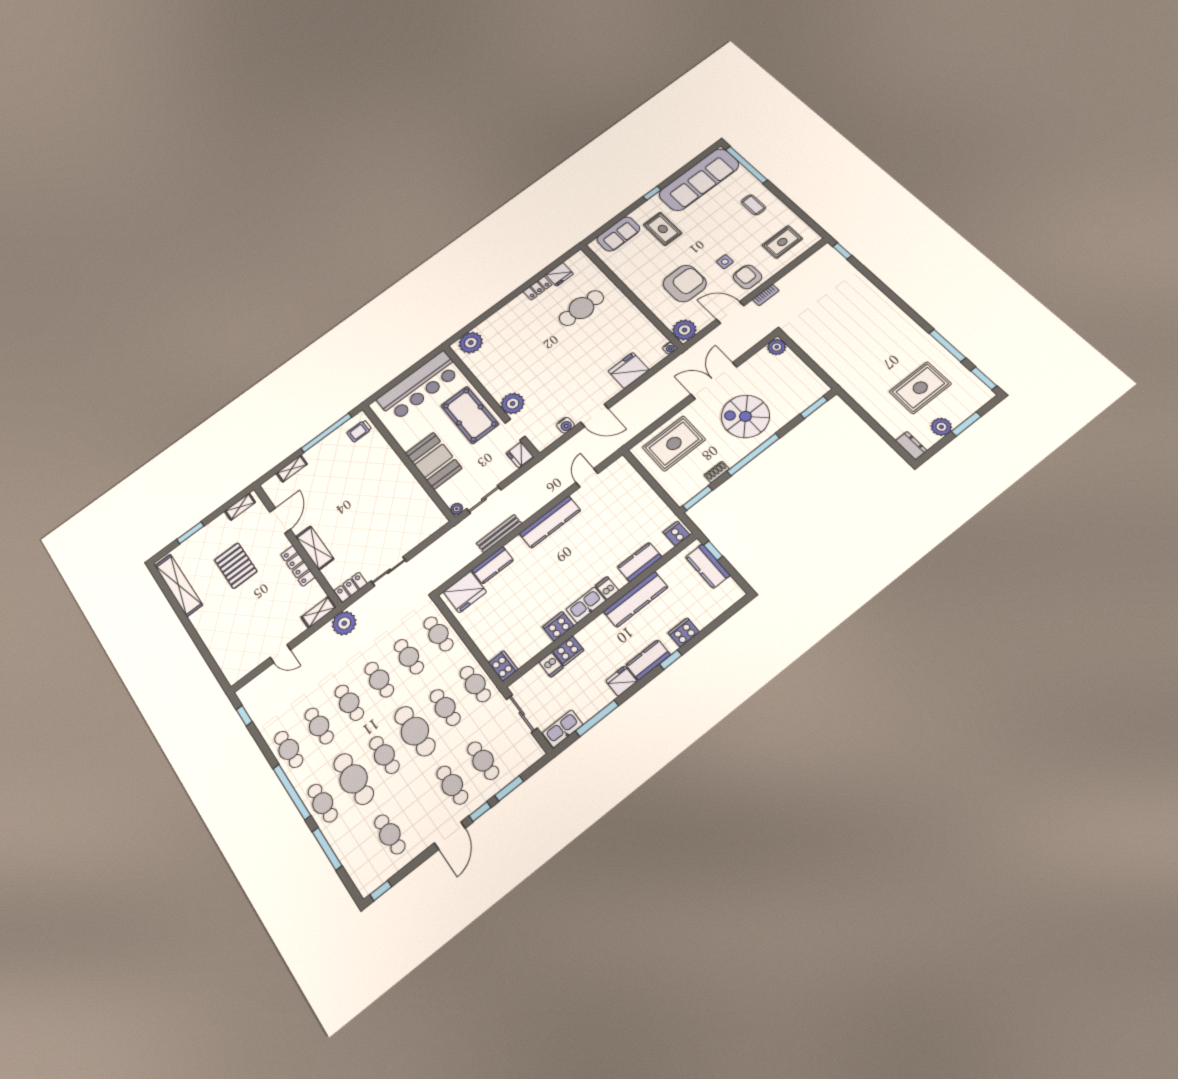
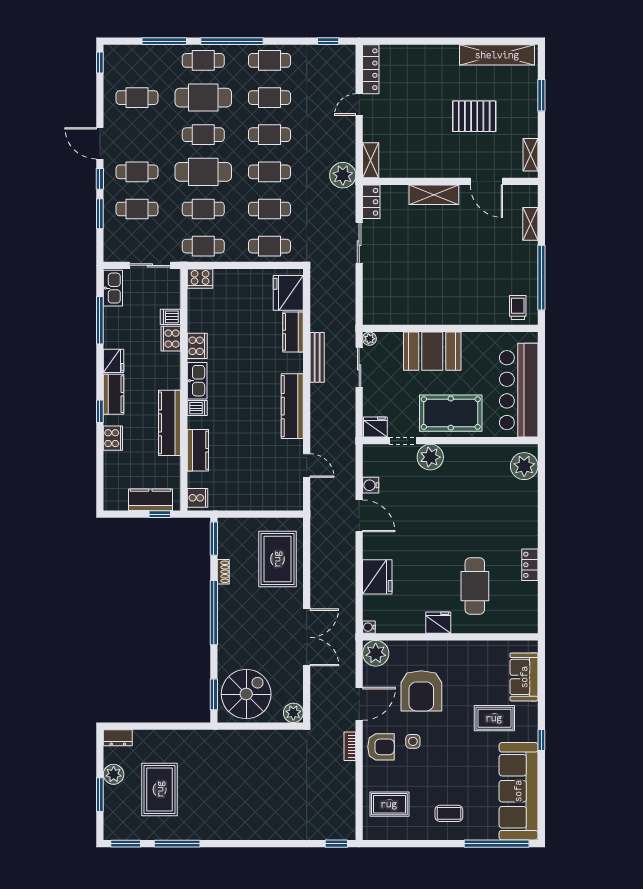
rug: (782, 242) -> (389, 804), turned 90
fridge: (560, 274) -> (438, 623), moved, turned 90
door: (594, 415) -> (359, 516), swing flipped
spiral stairs: (745, 416) -> (246, 694), moved
locker: (298, 566) -> (371, 69), moved, turned 90

